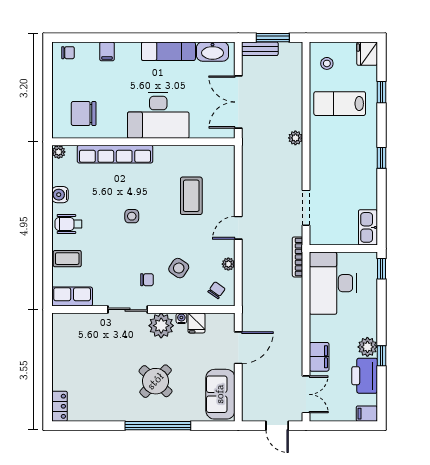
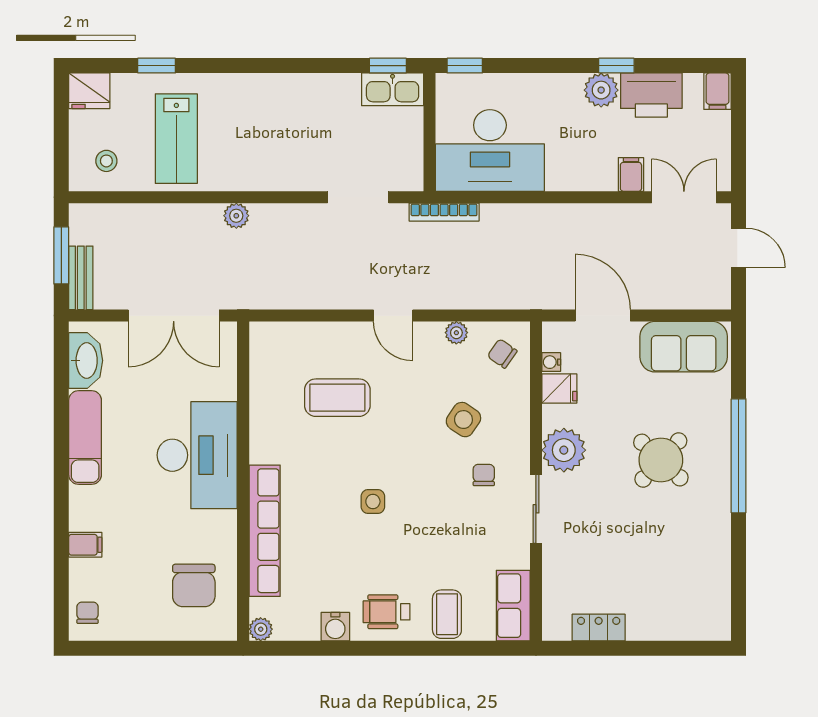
window: (381, 158) -> (388, 66), moved
wheelchair: (69, 224) -> (387, 612), turned 90
water cooler: (181, 318) -> (551, 362), moved
filing cabinet: (319, 357) -> (631, 174), width x0.50
locker: (60, 406) -> (599, 628), moved
door: (277, 426) -> (739, 248), hinge flipped

